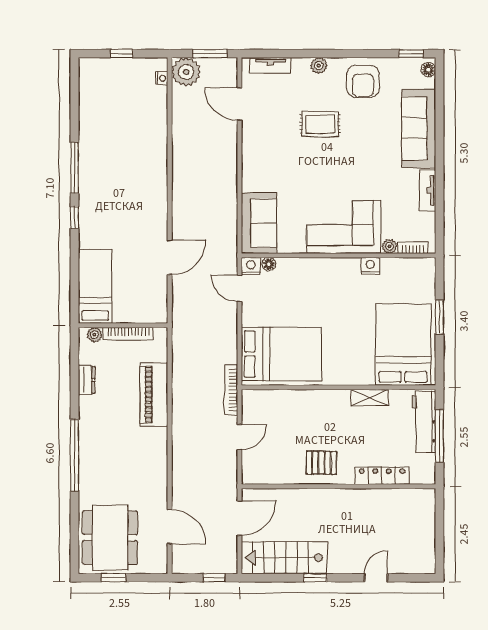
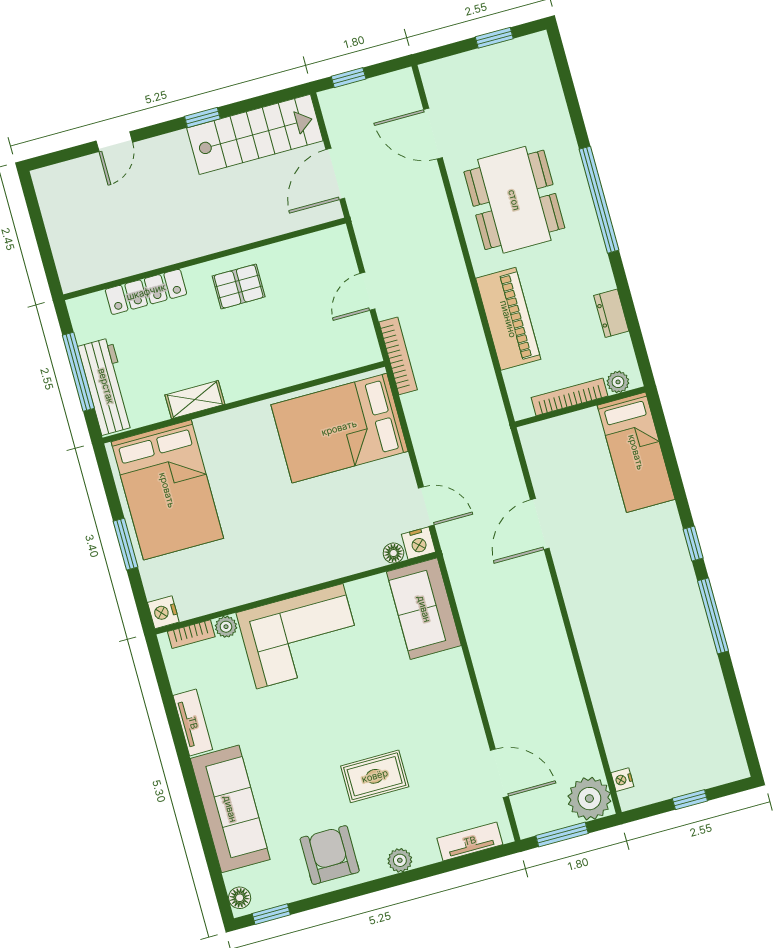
nightstand: (370, 266) -> (163, 612), moved, turned 90
dining table: (110, 538) -> (514, 200), moved

